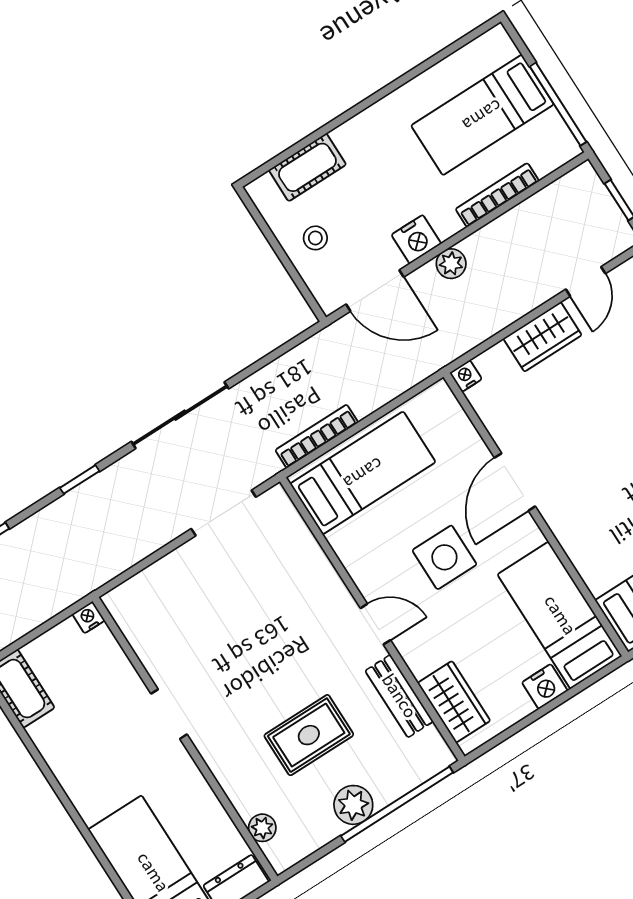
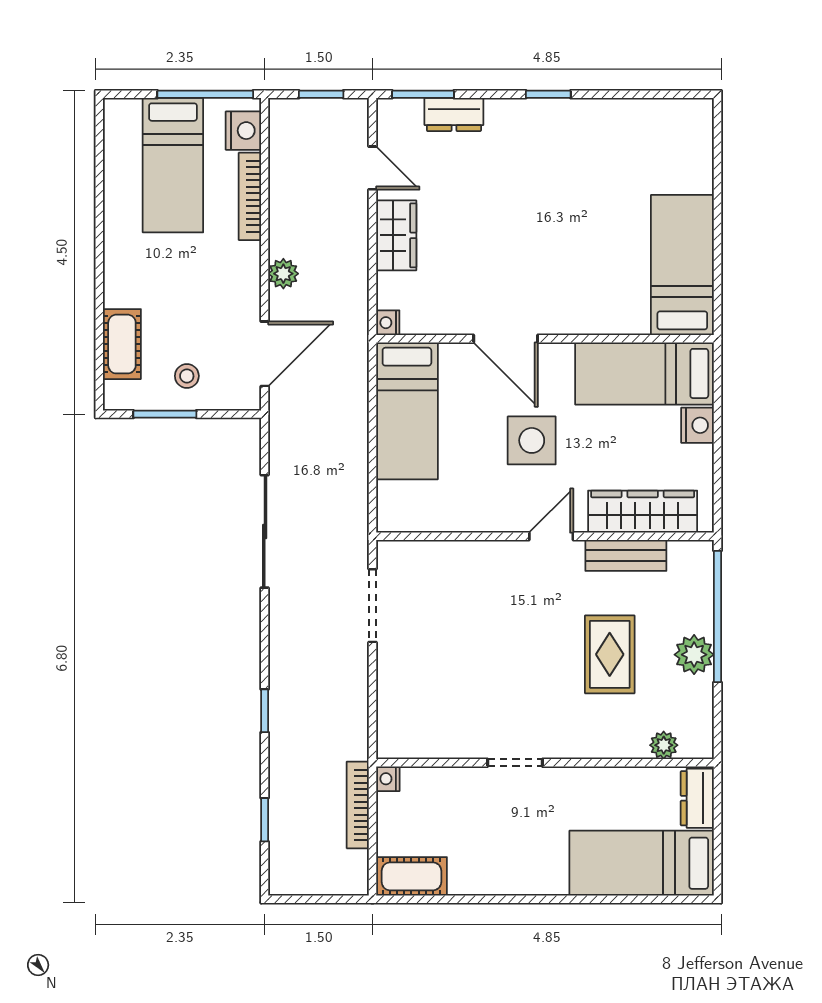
nightstand: (416, 239) -> (243, 131), moved
window: (272, 240) -> (165, 414), added
sliding door: (180, 415) -> (265, 531), moved
bookcase: (317, 436) -> (358, 805), moved
bed: (363, 473) -> (407, 411), moved, turned 180
wardrobe: (454, 702) -> (643, 512), width x1.50

